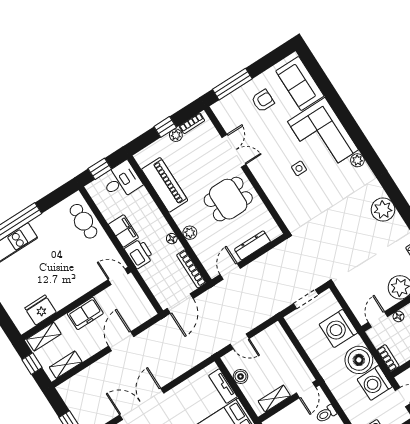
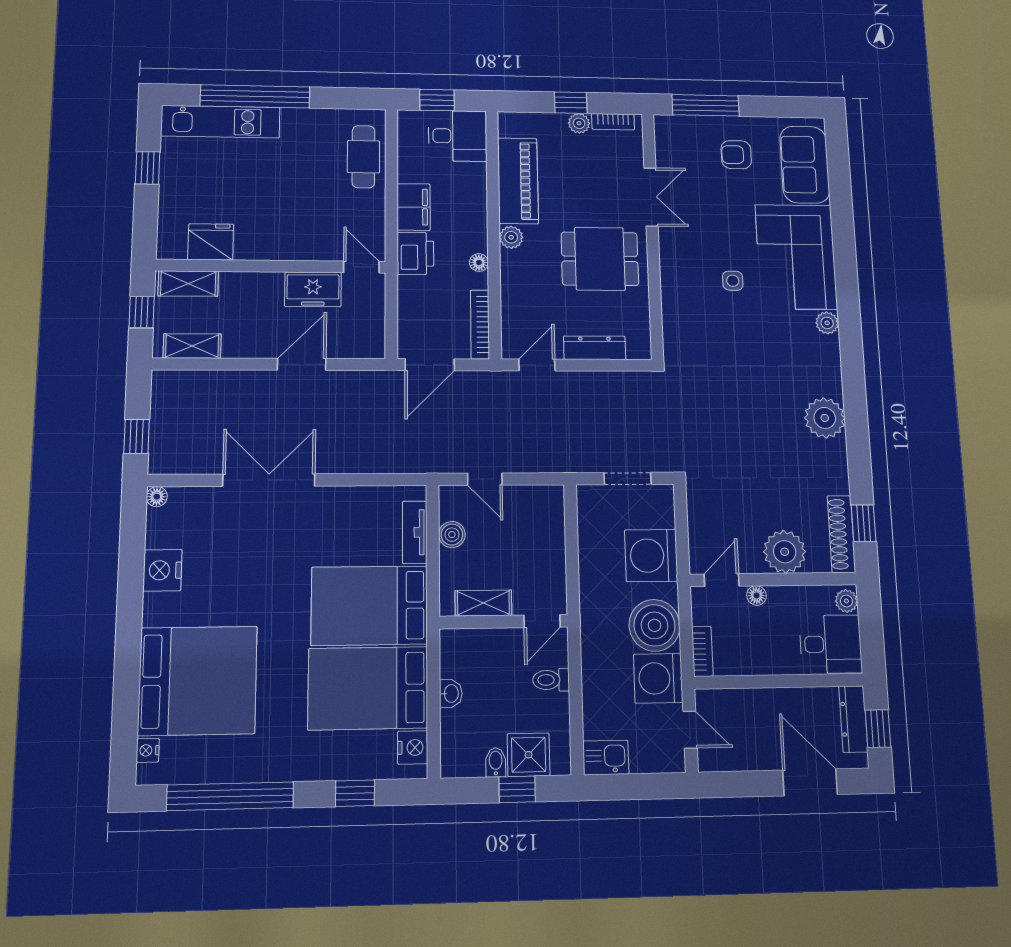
armchair: (263, 101) -> (736, 155), turned 180
plant: (190, 233) -> (511, 237), moved
freezer: (85, 313) -> (313, 289), moved

